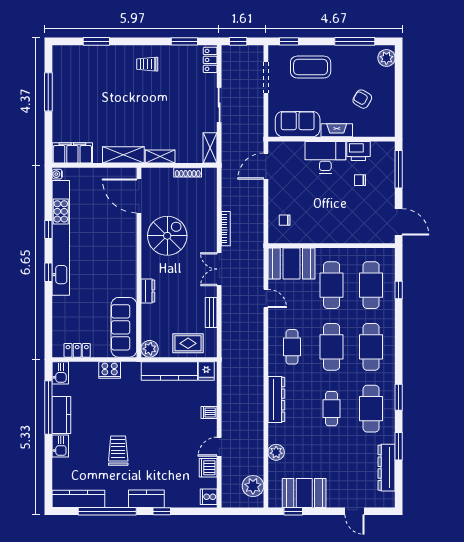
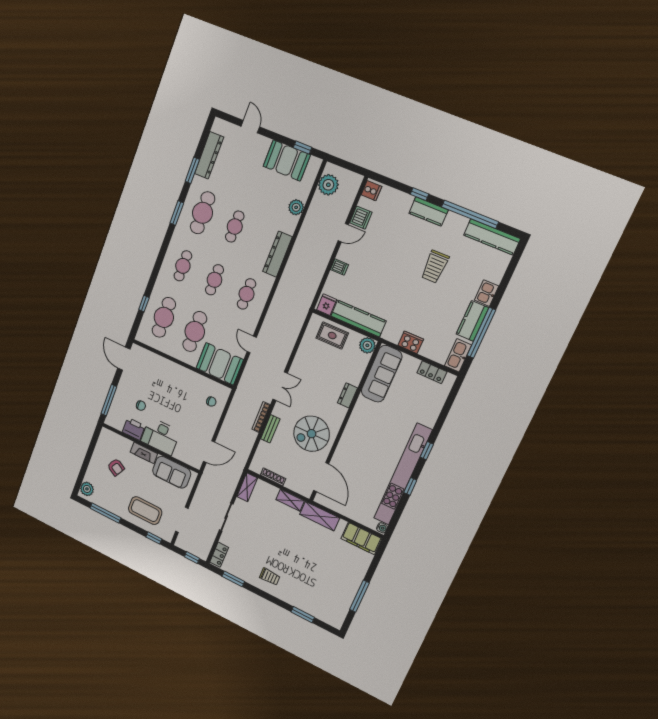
bench: (211, 312) -> (270, 429), moved
cafe table: (332, 347) -> (214, 280), width x0.73, depth x0.74
cafe table: (371, 347) -> (183, 266), width x0.73, depth x0.74
kitchen sink: (60, 373) -> (458, 355), width x1.38

